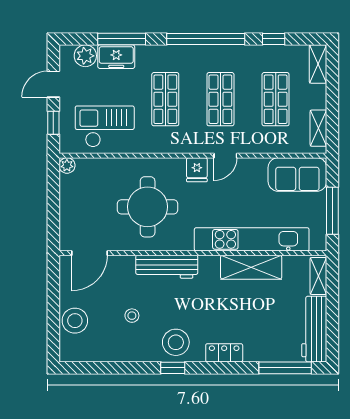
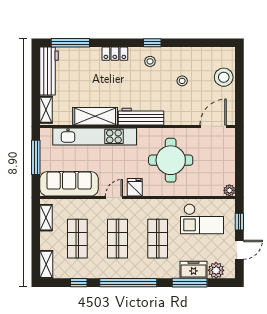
sofa: (297, 174) -> (69, 184), width x1.36
workbench: (167, 267) -> (141, 117), moved
stool: (176, 342) -> (150, 61), width x0.53, depth x0.53

